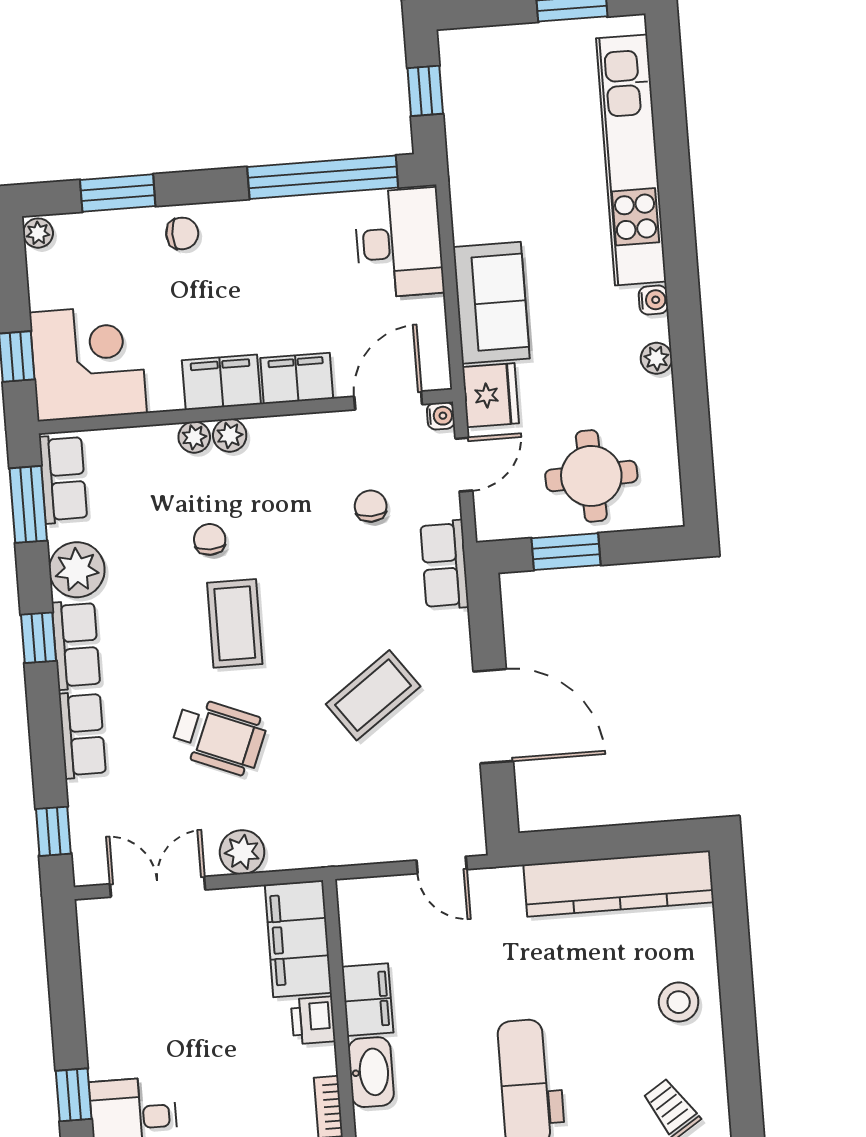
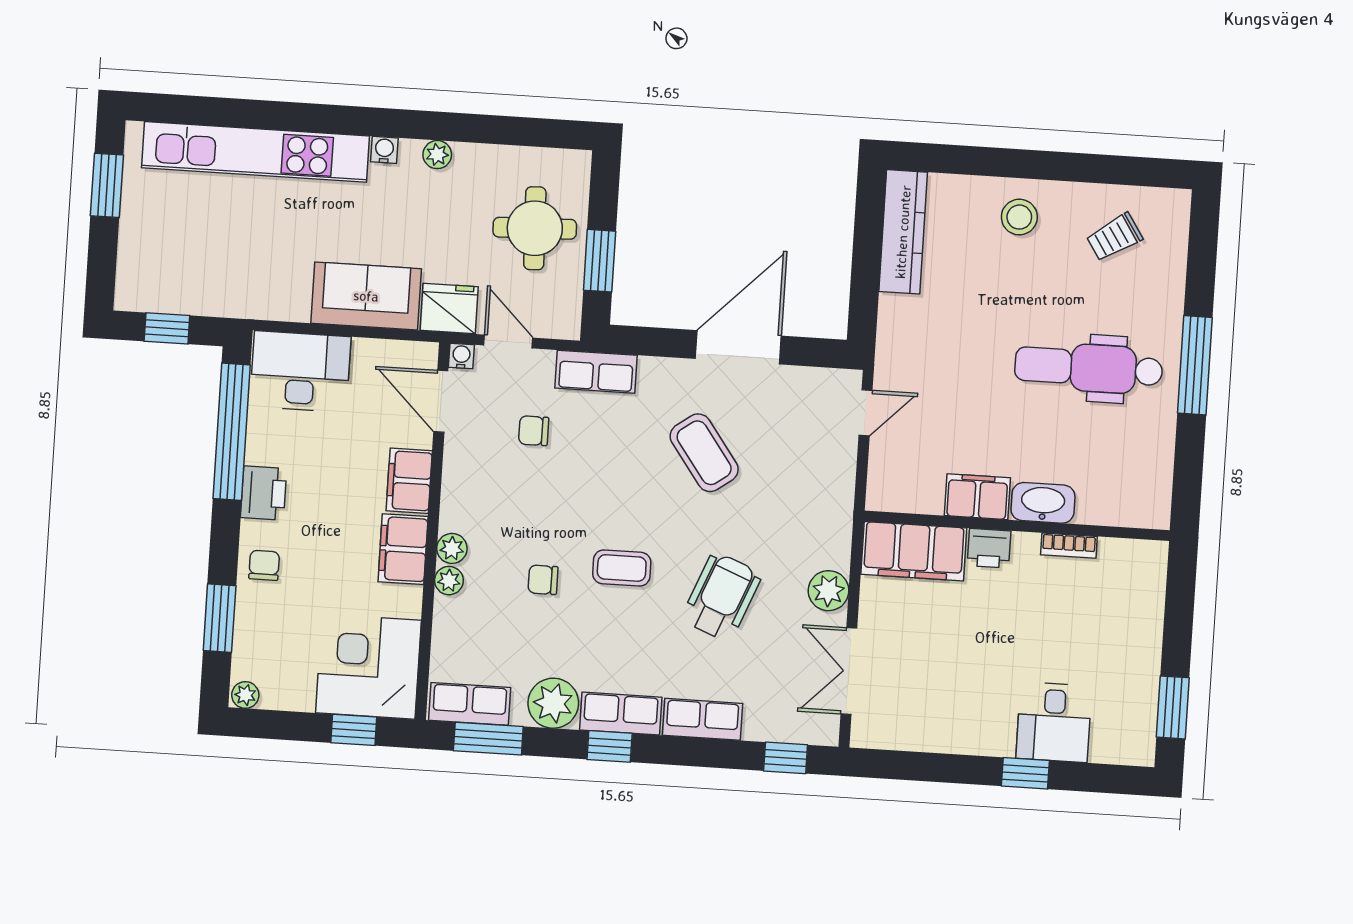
printer: (261, 222) -> (264, 493), added
coffee table: (235, 623) -> (622, 568), width x0.73, depth x0.77
kitchen counter: (619, 884) -> (903, 232), width x0.72, depth x0.86

